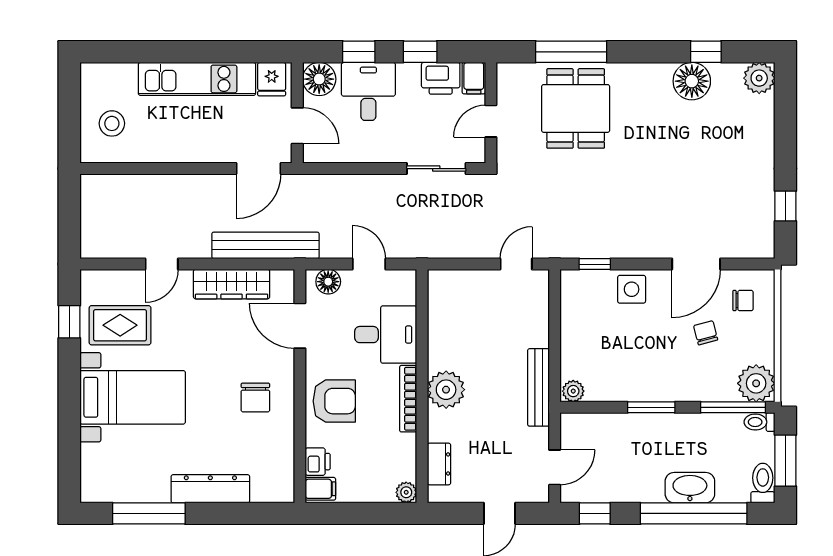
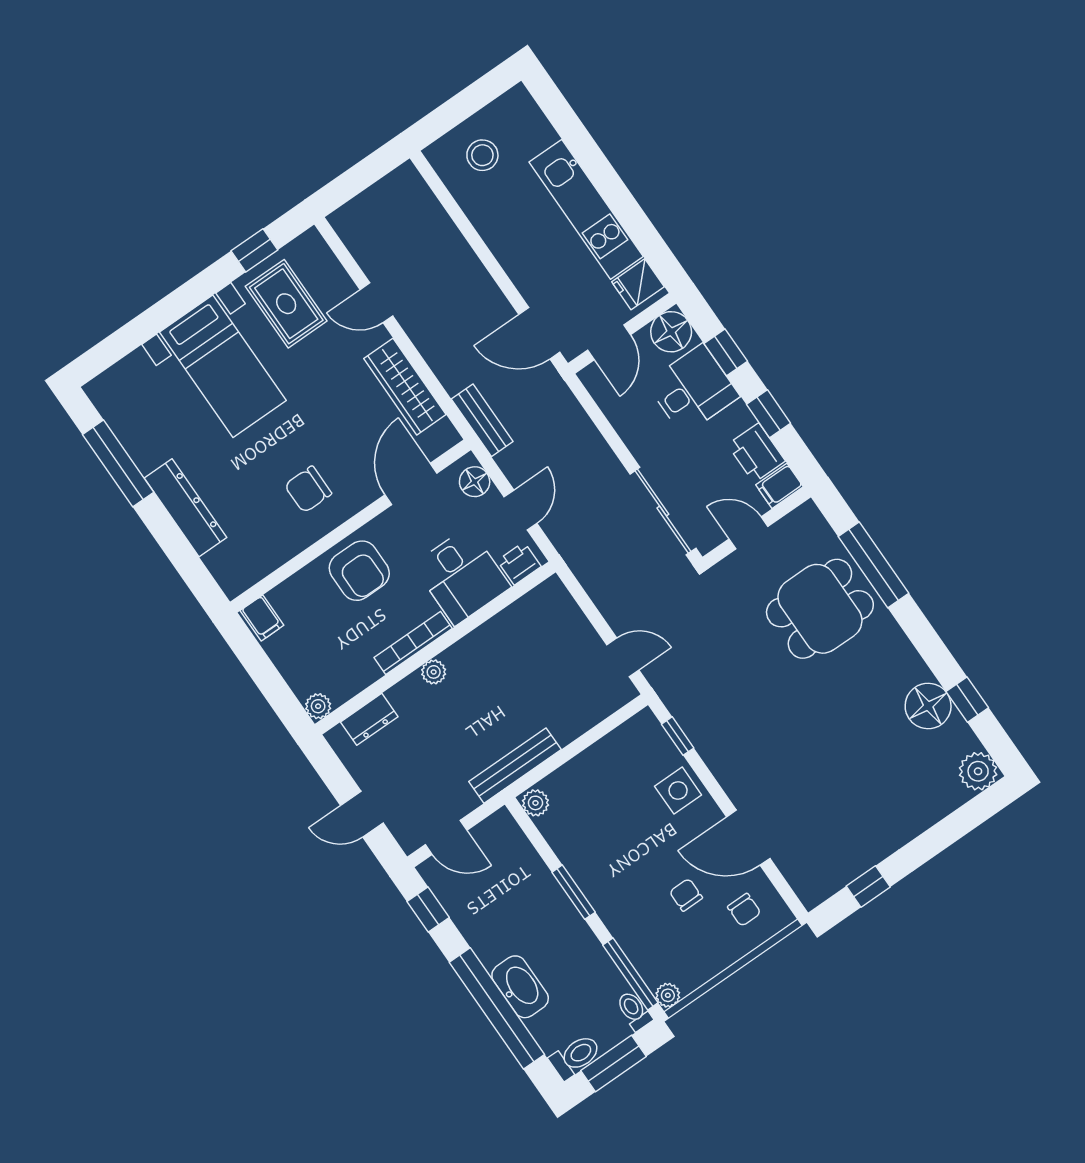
sliding door: (436, 169) -> (663, 511), width x1.37
bench: (265, 245) -> (482, 420), width x0.54, depth x0.82
chair: (706, 333) -> (686, 895), turned -75
plant: (756, 383) -> (668, 995), width x0.53, depth x0.53
plant: (446, 390) -> (434, 672), width x0.53, depth x0.53
printer: (318, 462) -> (519, 564), moved, turned 180

